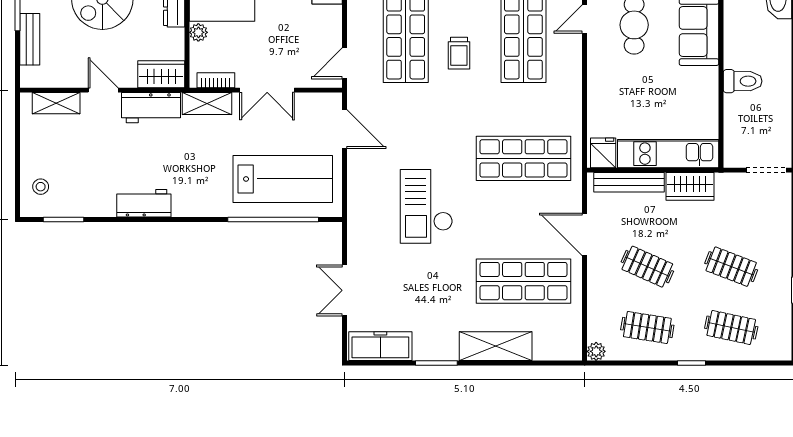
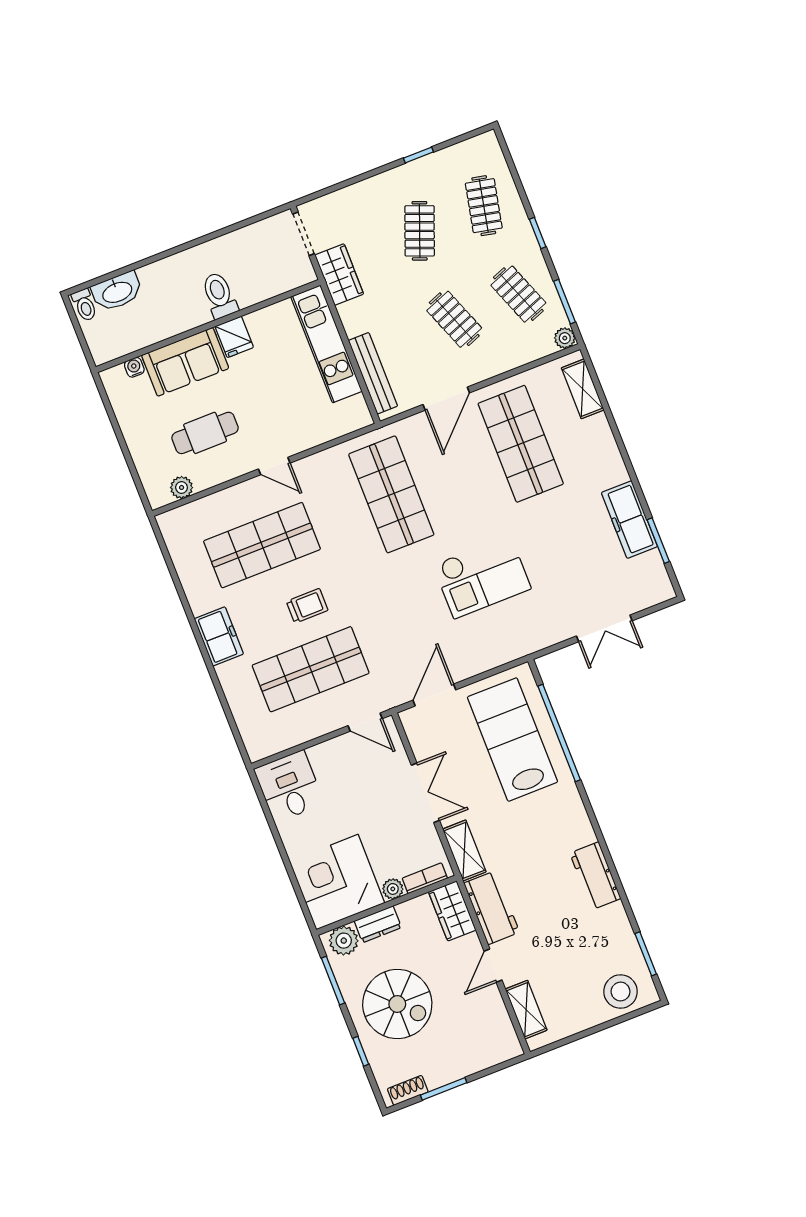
door: (585, 19) -> (274, 466), moved
bench: (30, 39) -> (470, 1064), removed
bookcase: (216, 80) -> (425, 878), moved, turned 90
fridge: (603, 153) -> (234, 337), moved, turned -90
wardrobe: (690, 186) -> (339, 275), moved
stool: (41, 187) -> (621, 992), width x1.89, depth x1.89
clothes rail: (647, 267) -> (454, 319), turned -45
clothes rail: (647, 327) -> (518, 294), turned -30
freezer: (380, 346) -> (629, 520), moved
shelving: (496, 346) -> (583, 389), moved, width x0.67, depth x0.75
window: (436, 363) -> (658, 541), moved
window: (626, 363) -> (565, 302), added

